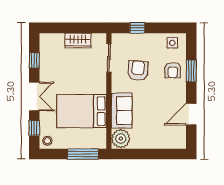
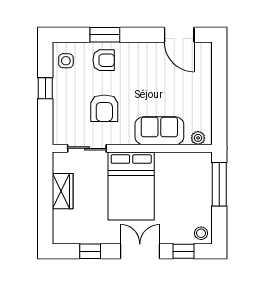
window: (137, 28) -> (45, 88), moved
armchair: (138, 71) -> (104, 108), turned -94
bed: (82, 111) -> (131, 186), moved
door: (191, 114) -> (179, 35), moved
plant: (121, 139) -> (198, 138), width x0.53, depth x0.53

